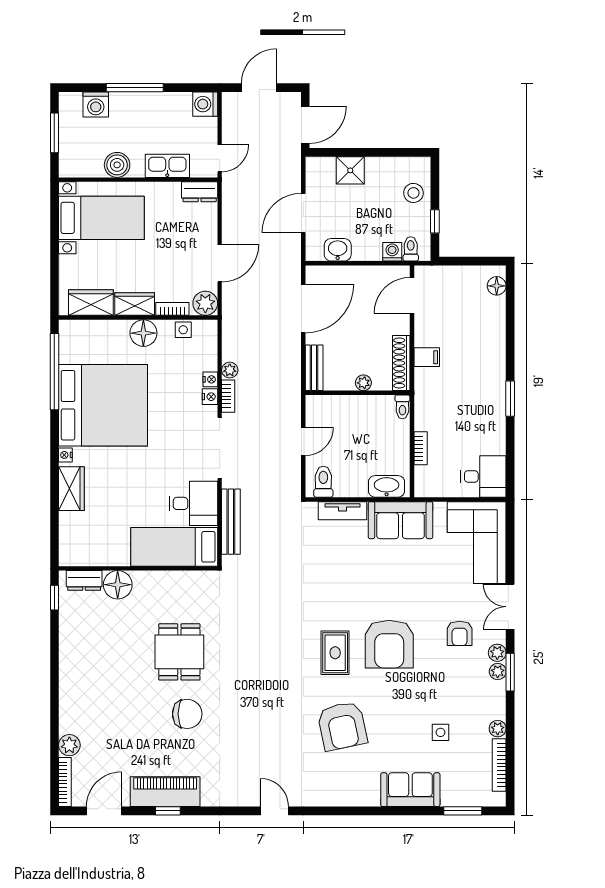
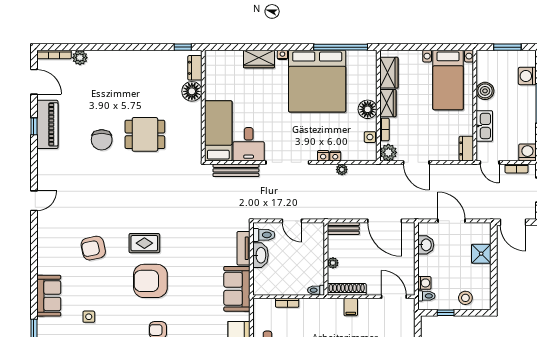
bookcase: (228, 396) -> (516, 168), moved
washbasin: (387, 486) -> (261, 255), moved
armchair: (342, 726) -> (93, 248), width x0.73, depth x0.73

